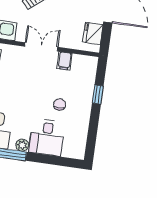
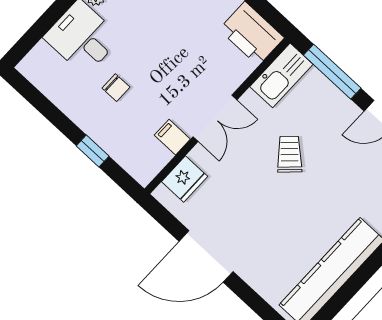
fridge: (93, 33) -> (185, 179), moved, turned 90

